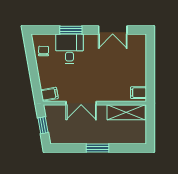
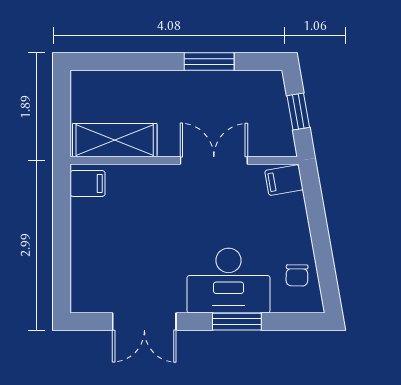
double door: (113, 30) -> (144, 322), swing flipped
desk: (69, 49) -> (229, 281), width x1.37
window: (97, 148) -> (209, 61), moved

